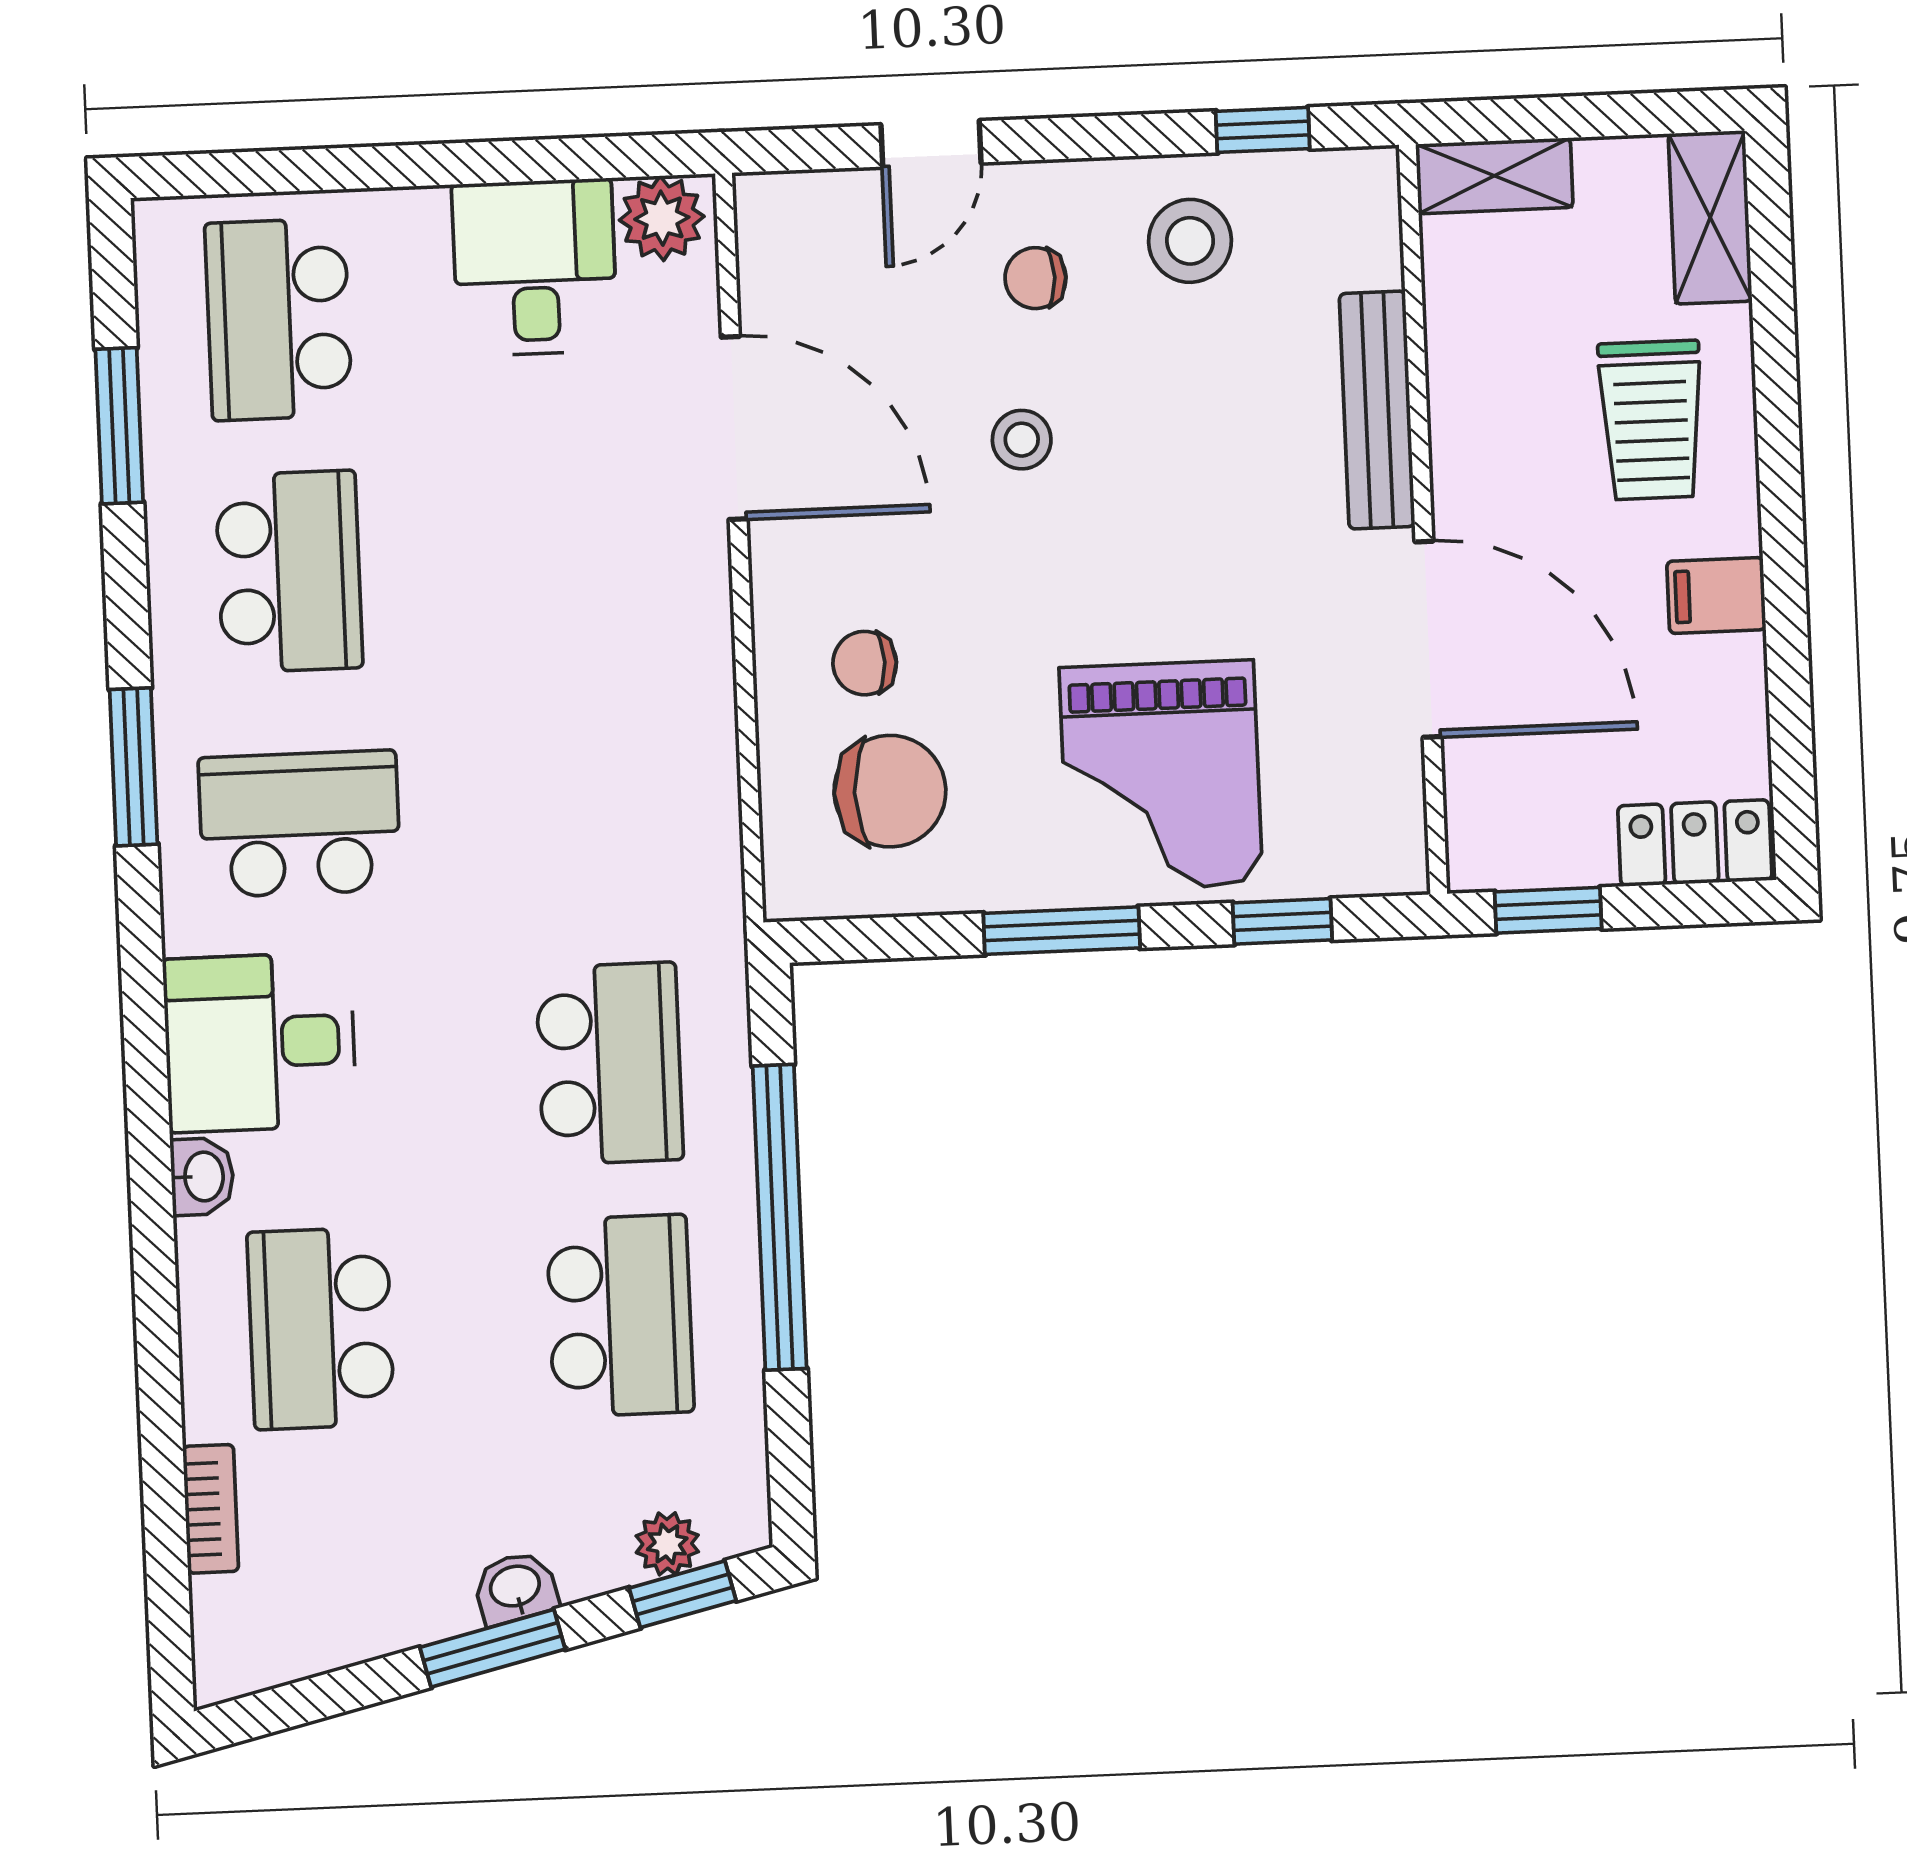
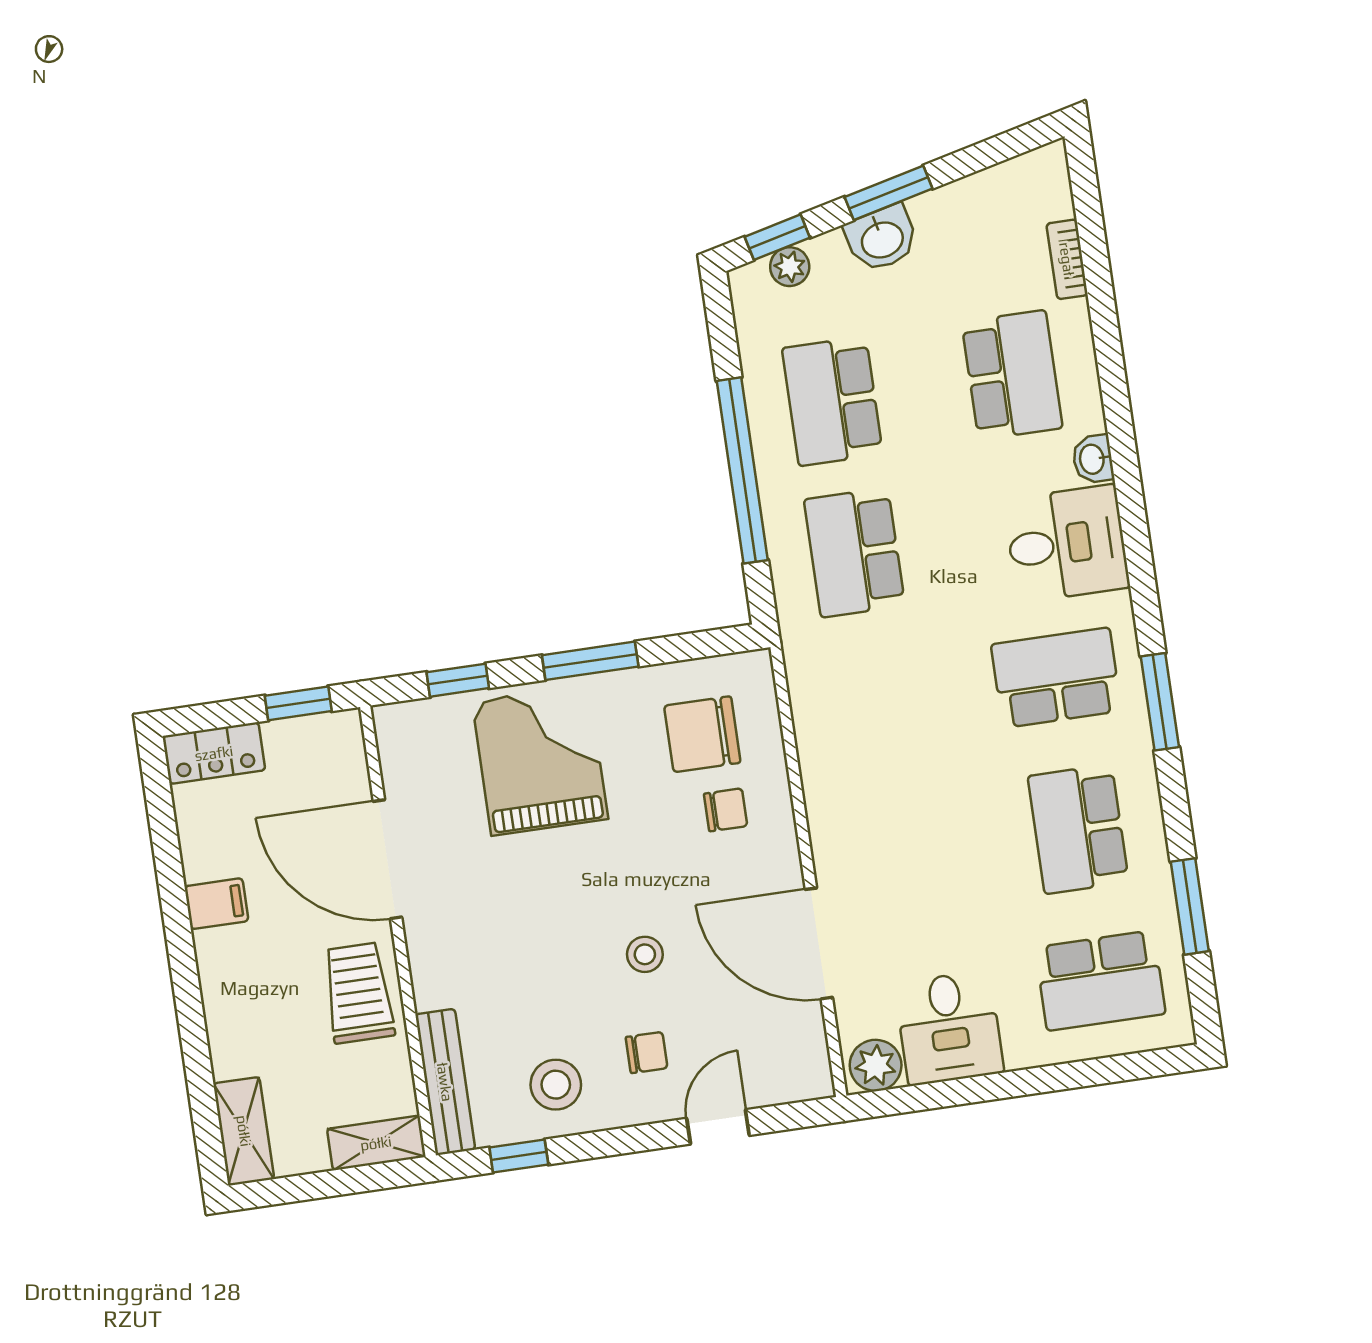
school desk: (278, 319) -> (1100, 981), turned 90
bench: (1377, 410) -> (445, 1082), moved
trolley: (1651, 420) -> (358, 993), moved
school desk: (300, 824) -> (1056, 678), turned 180
washbasin: (515, 1588) -> (882, 239), width x1.38, depth x1.45

